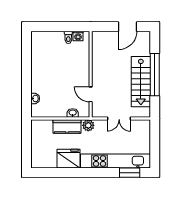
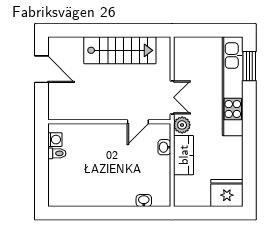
window: (155, 75) -> (110, 30), removed
double door: (119, 118) -> (172, 97), moved
fridge: (68, 159) -> (227, 193), moved, turned 90

